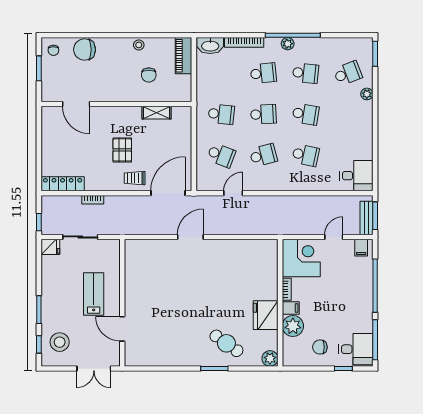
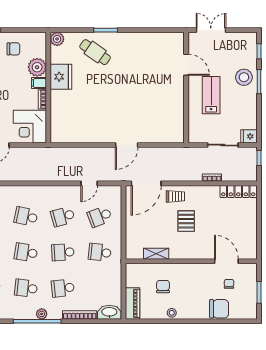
chair: (53, 50) -> (229, 284), moved
school desk: (221, 155) -> (100, 216), turned -42
lab bench: (94, 294) -> (211, 95), turned 180
stool: (60, 342) -> (244, 77), moved

